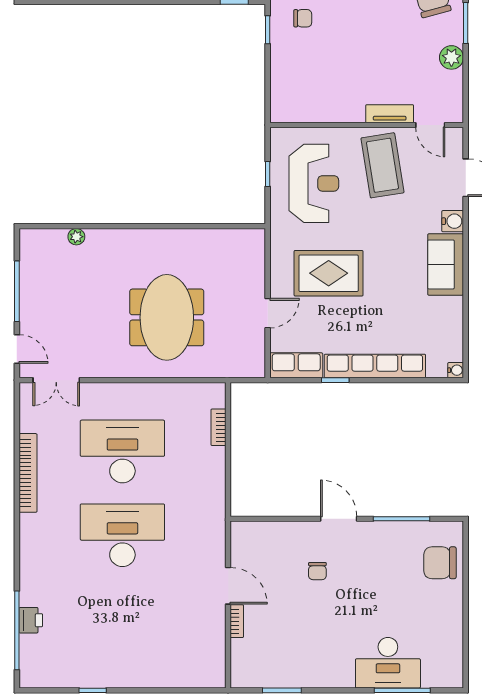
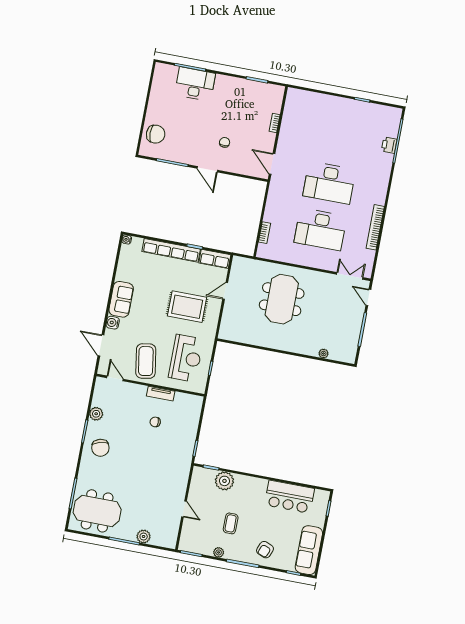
chair: (303, 18) -> (155, 422), moved
tv unit: (390, 114) -> (161, 394), moved
reception desk: (314, 183) -> (186, 358), turned 180
door: (228, 586) -> (272, 164), moved

